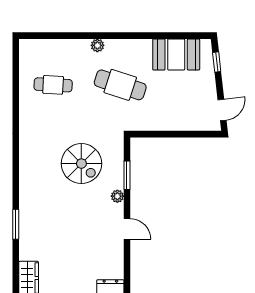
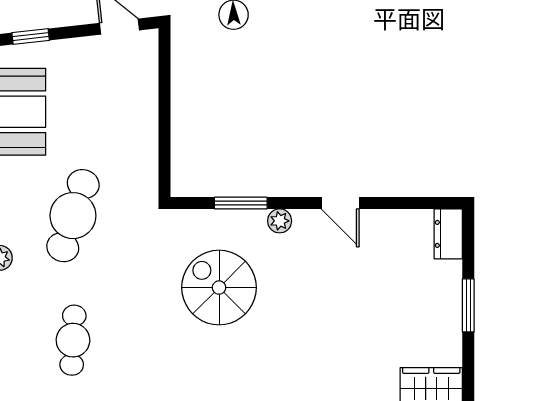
spiral stairs: (81, 164) -> (219, 288), turned -90
door: (127, 229) -> (340, 203), swing flipped

